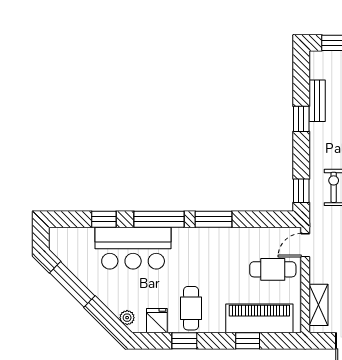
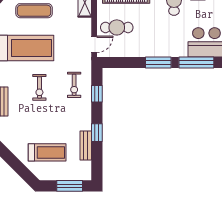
window: (301, 191) -> (97, 94), moved

